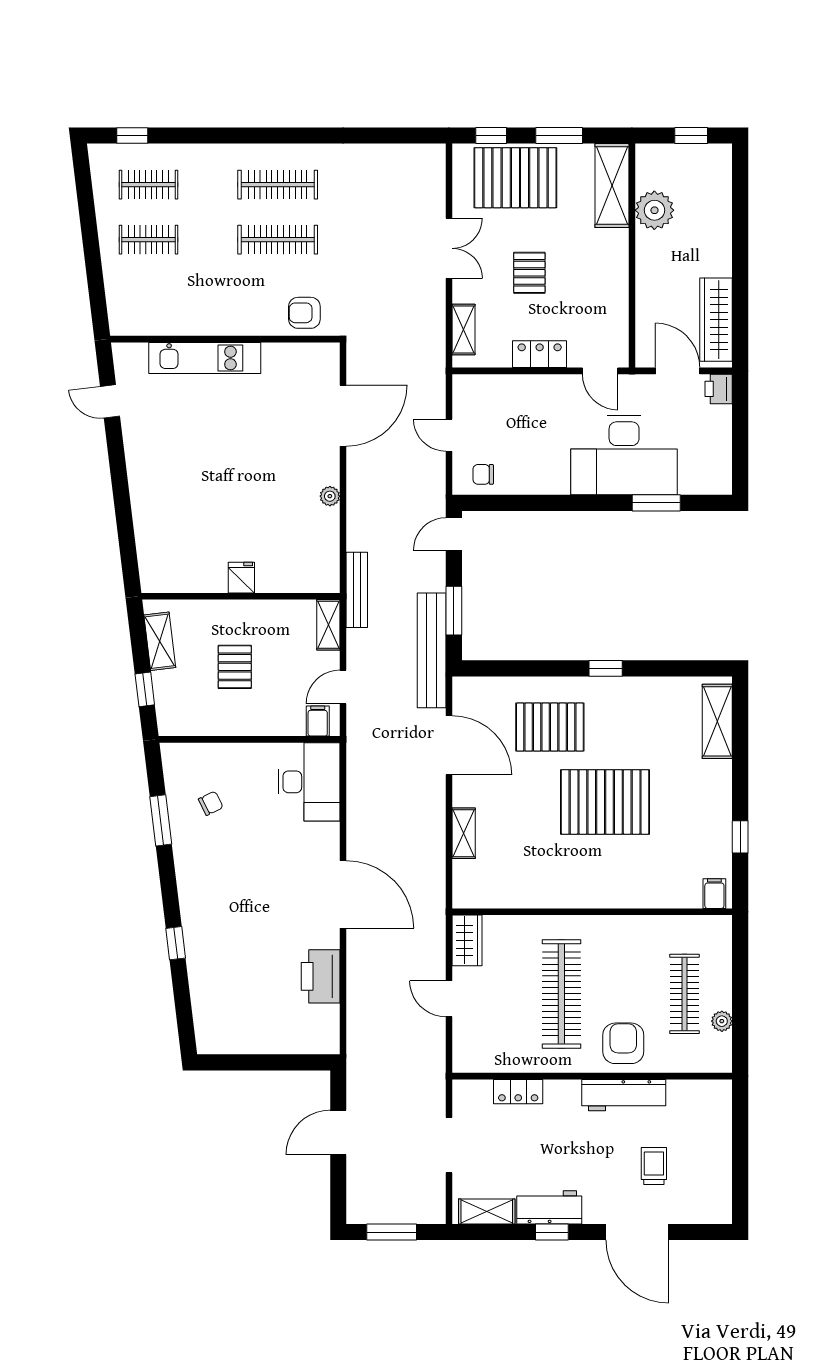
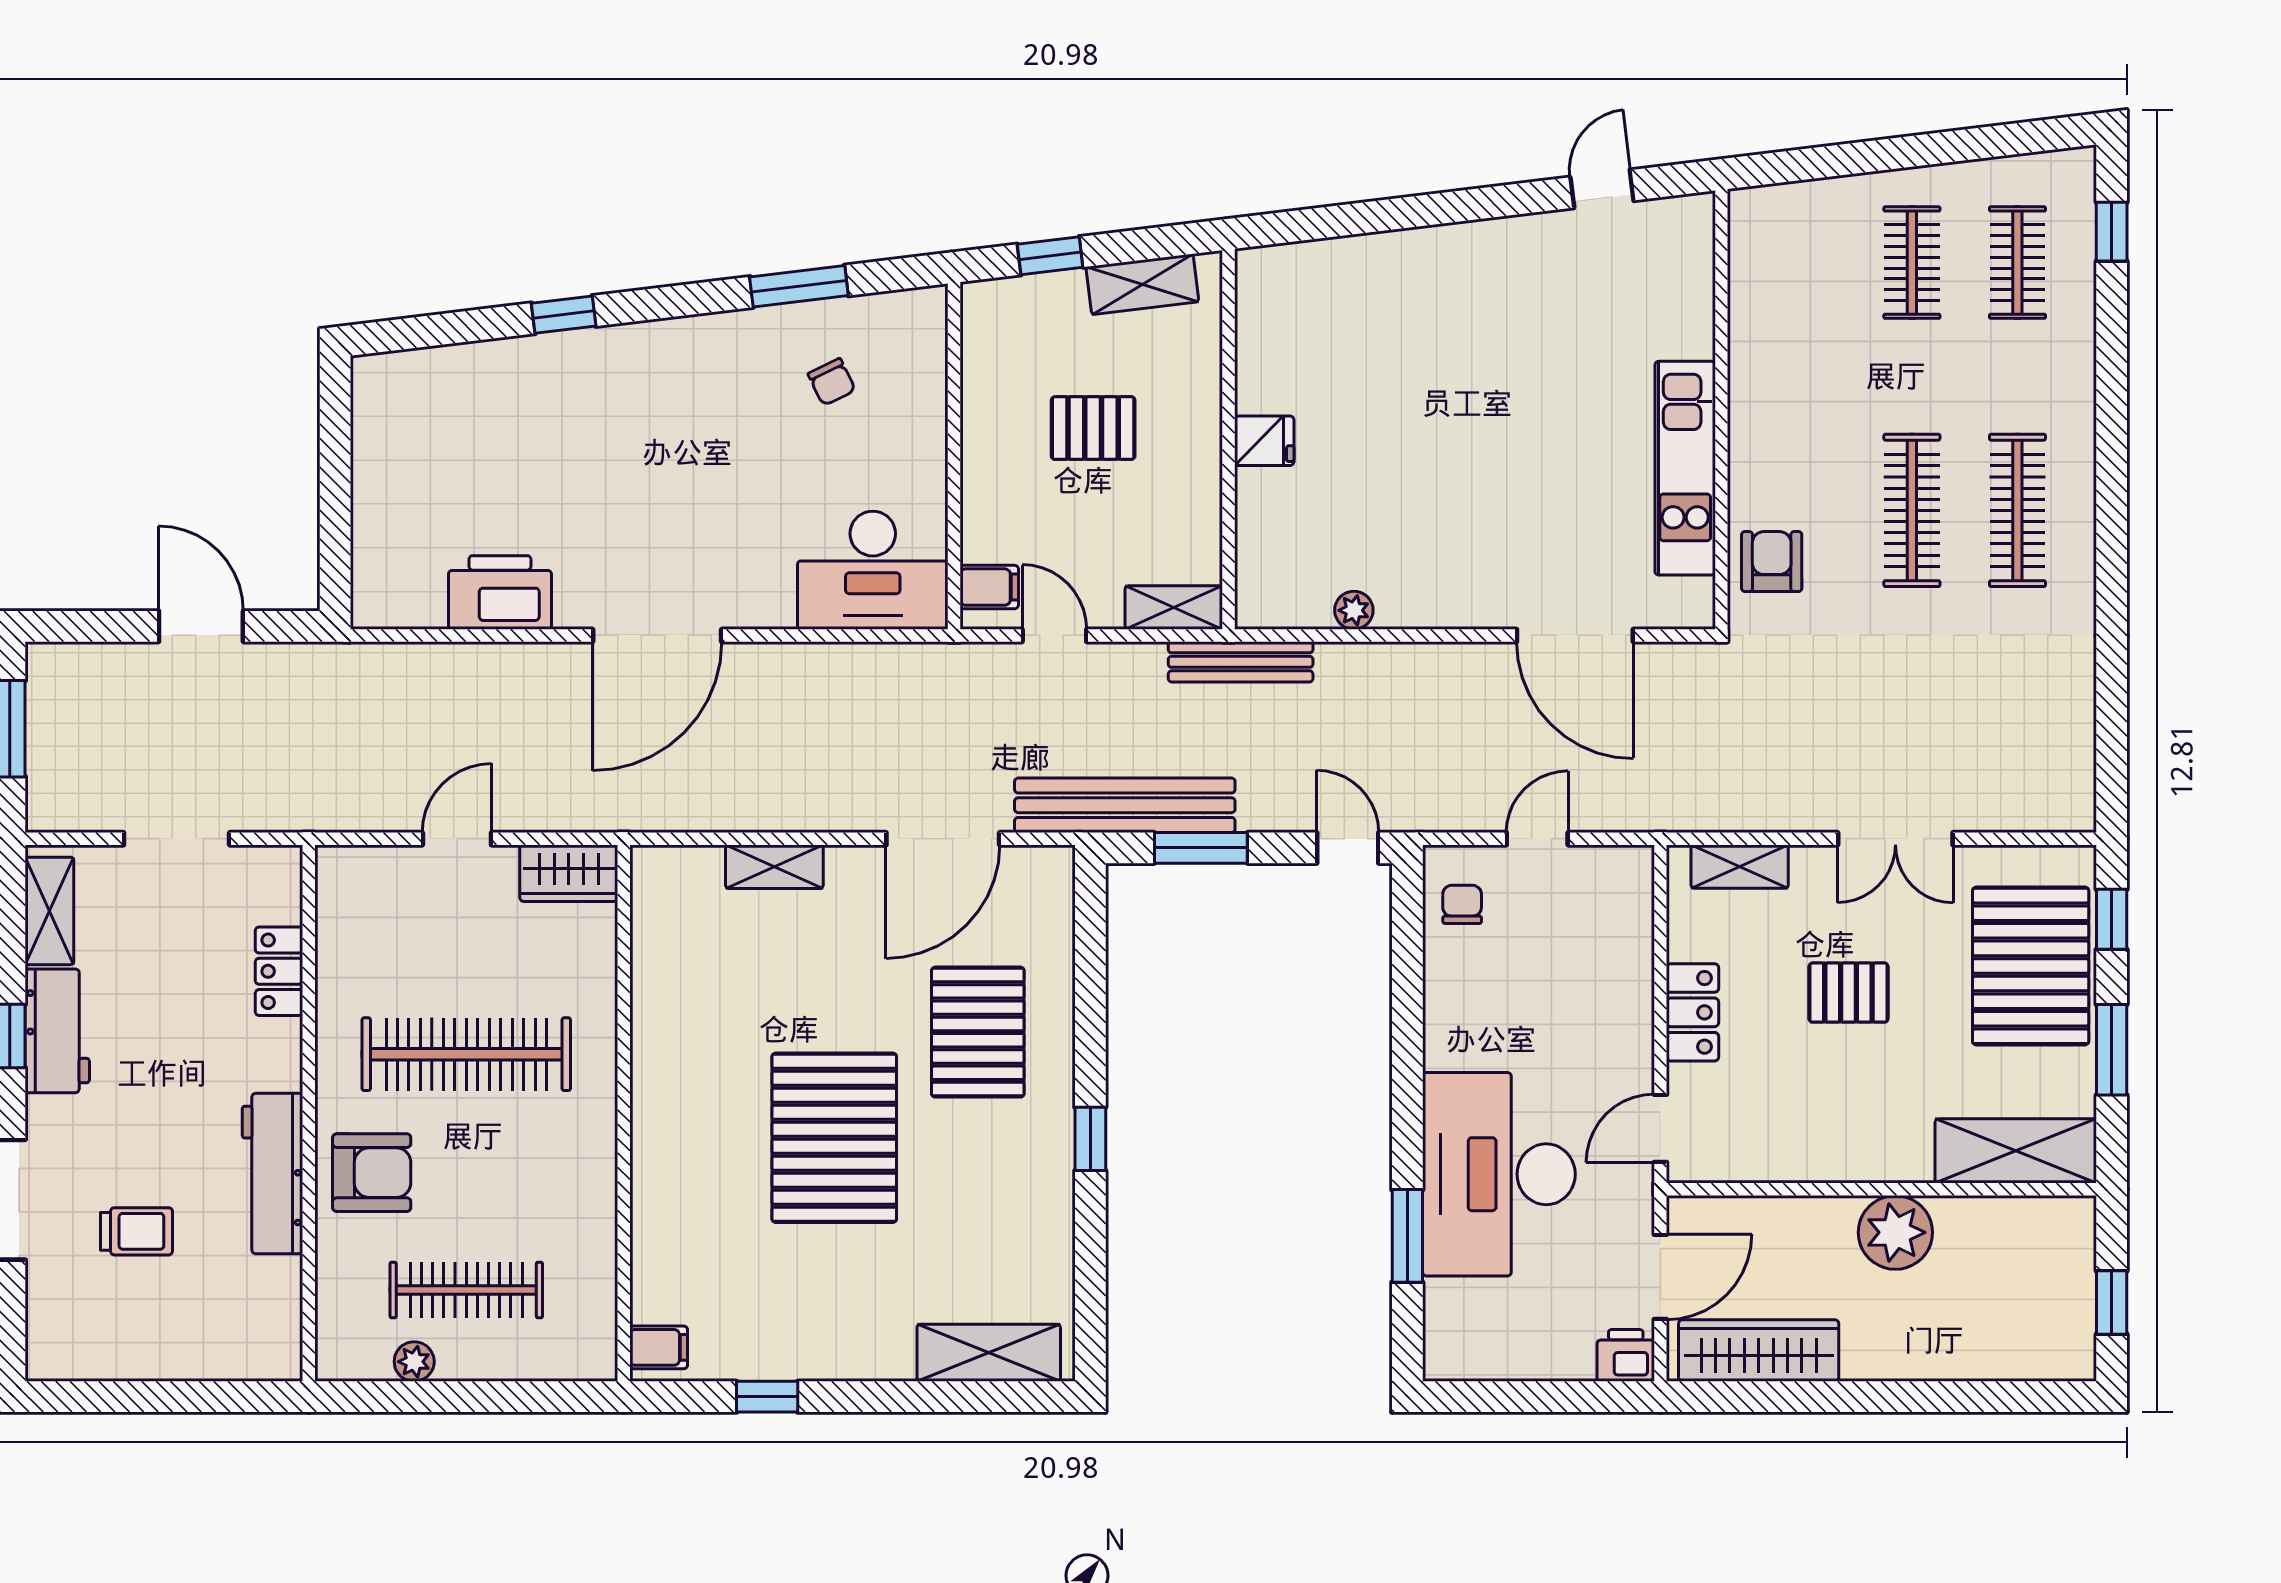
plant: (654, 210) -> (1895, 1232), moved
kitchen unit: (205, 358) -> (1685, 468), moved
plant: (330, 496) -> (1354, 610), moved

